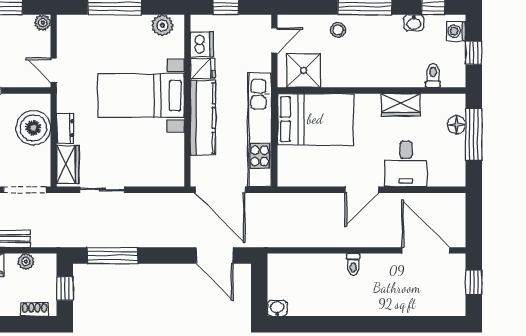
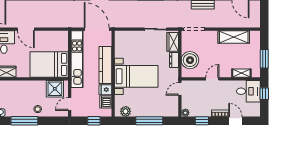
door: (54, 70) -> (180, 89), swing flipped
door: (362, 190) -> (26, 29), swing flipped

